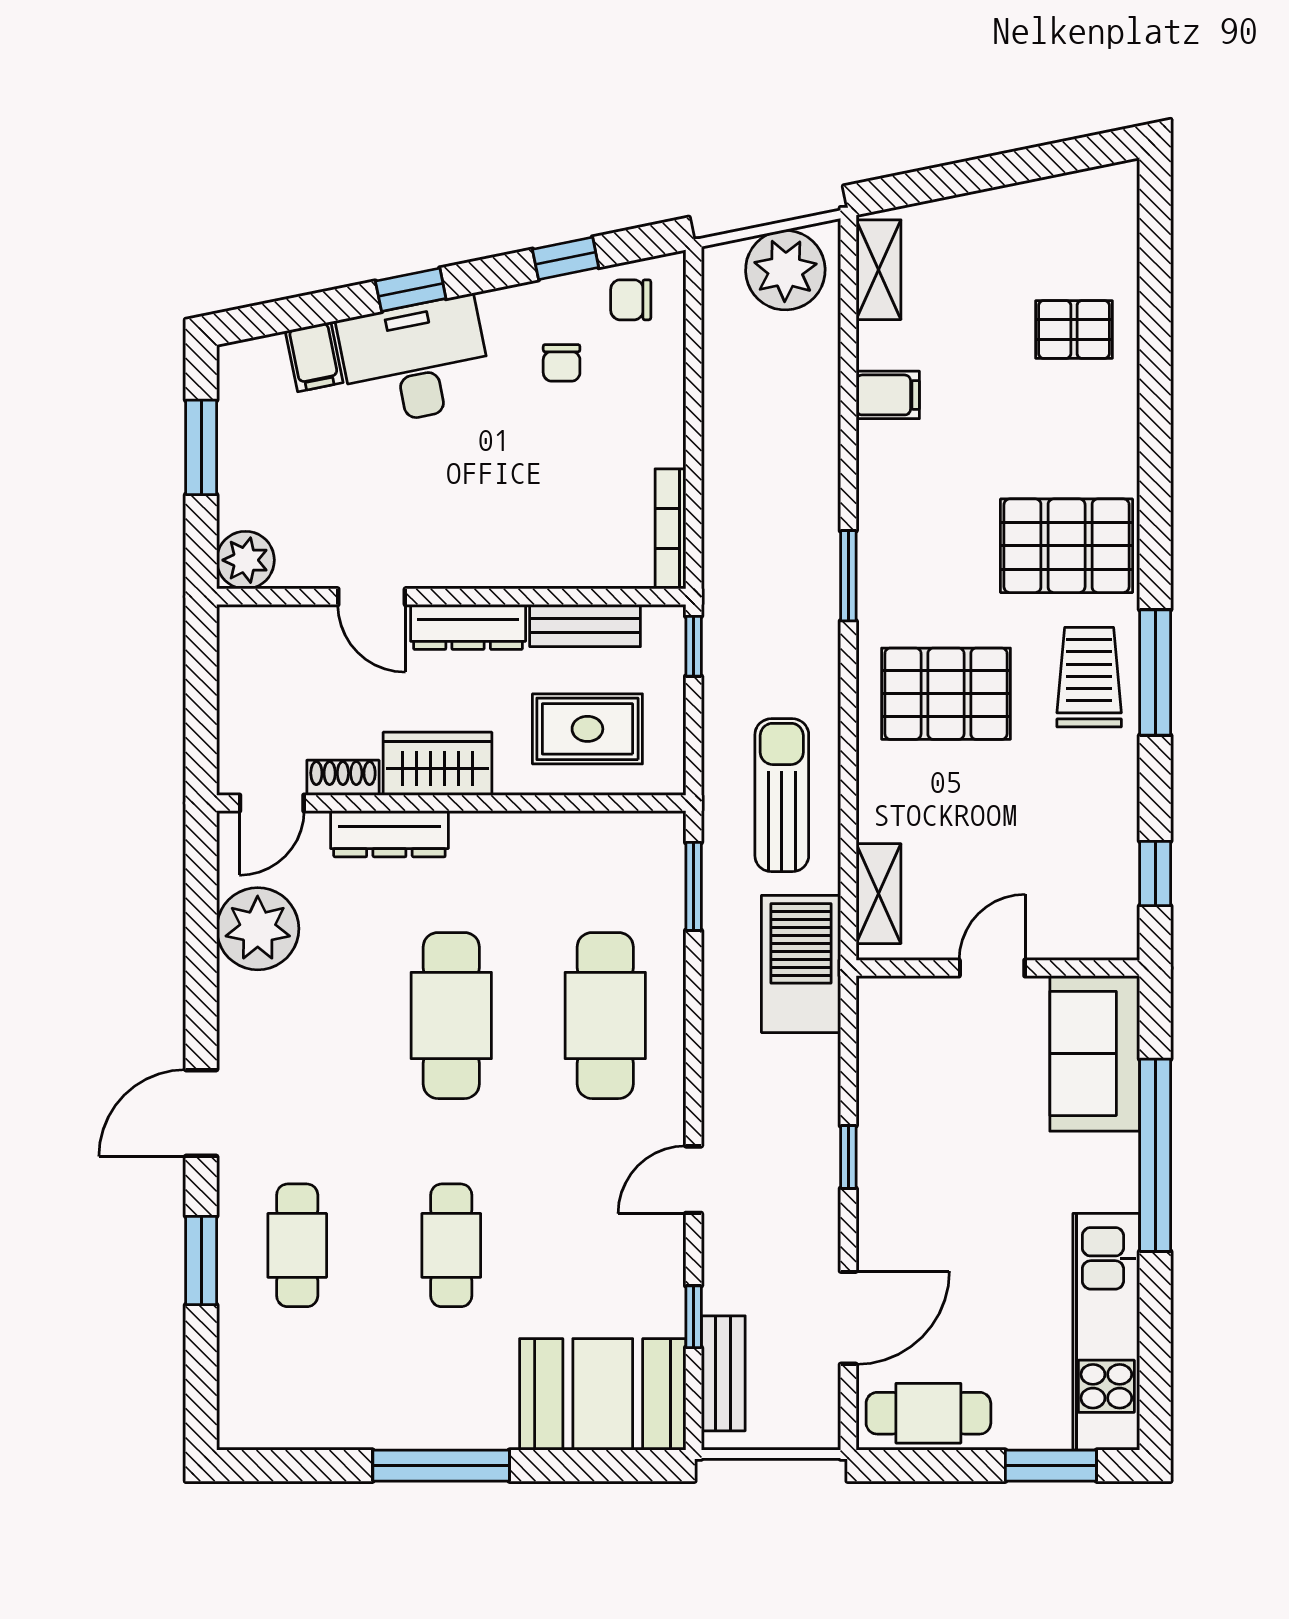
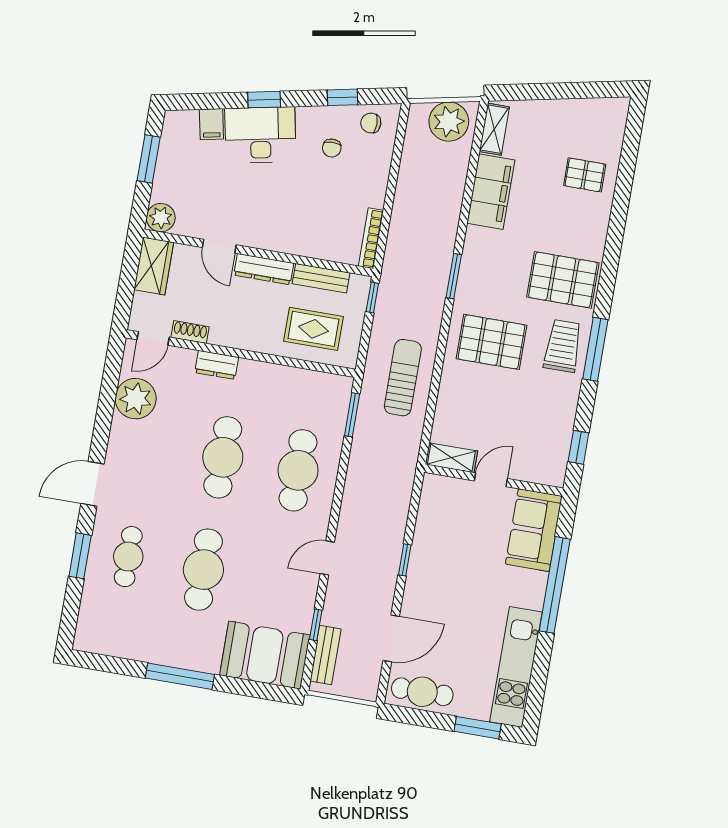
filing cabinet: (888, 395) -> (491, 192), width x3.00, depth x1.17
wardrobe: (438, 764) -> (154, 266), moved, turned 90
dresser: (389, 834) -> (217, 365), width x0.70
shelving: (879, 894) -> (451, 458), moved, turned 90
barbecue: (801, 964) -> (398, 462), removed
cafe table: (451, 1245) -> (203, 570), width x1.37, depth x1.35

